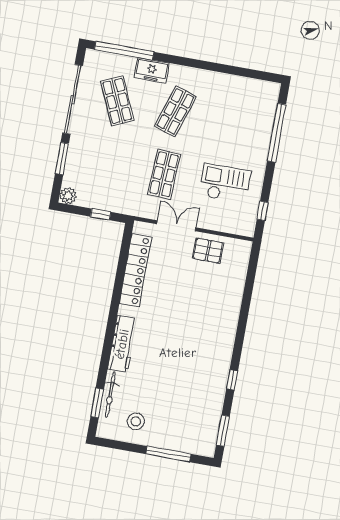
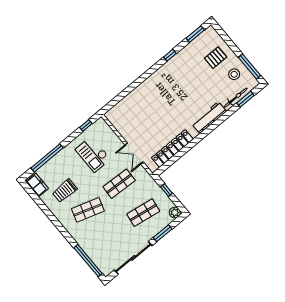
freezer: (152, 70) -> (37, 185), moved
shop shelf: (117, 101) -> (143, 213), moved, turned 33
trolley: (222, 111) -> (65, 191), added
pallet: (208, 251) -> (216, 58), moved, turned 90
window: (168, 454) -> (250, 66), moved

